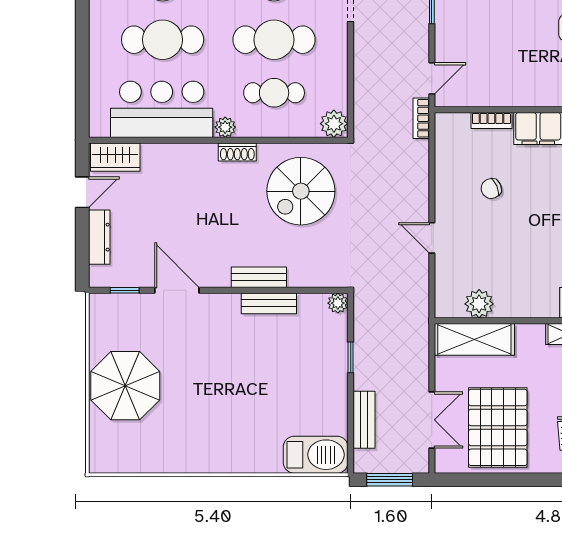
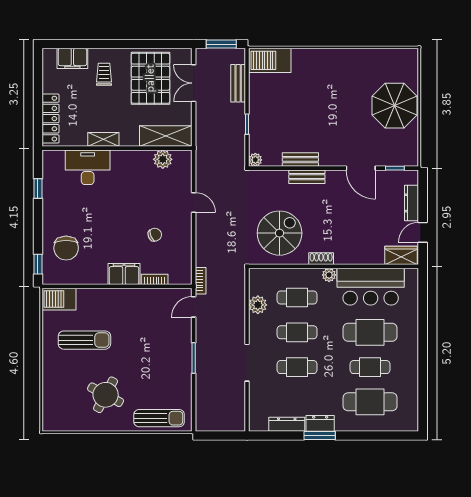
cafe table: (274, 40) -> (297, 332), width x0.73, depth x0.74
plant: (334, 124) -> (258, 305), moved

